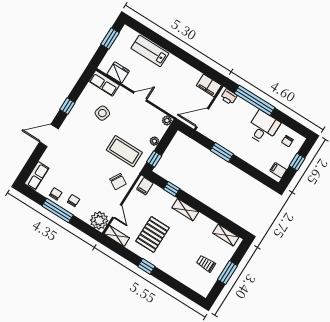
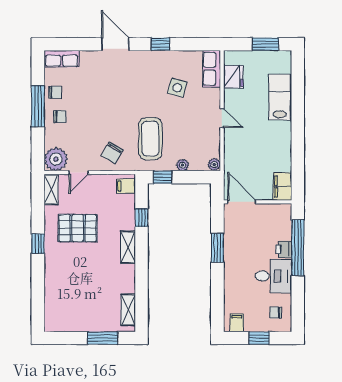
printer: (229, 97) -> (284, 249), moved
trolley: (206, 264) -> (83, 308), removed
window: (228, 273) -> (103, 338), moved

